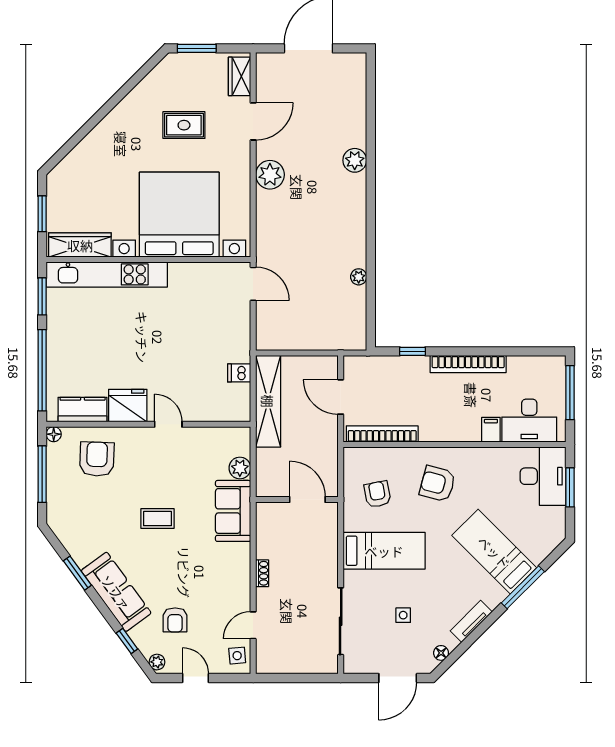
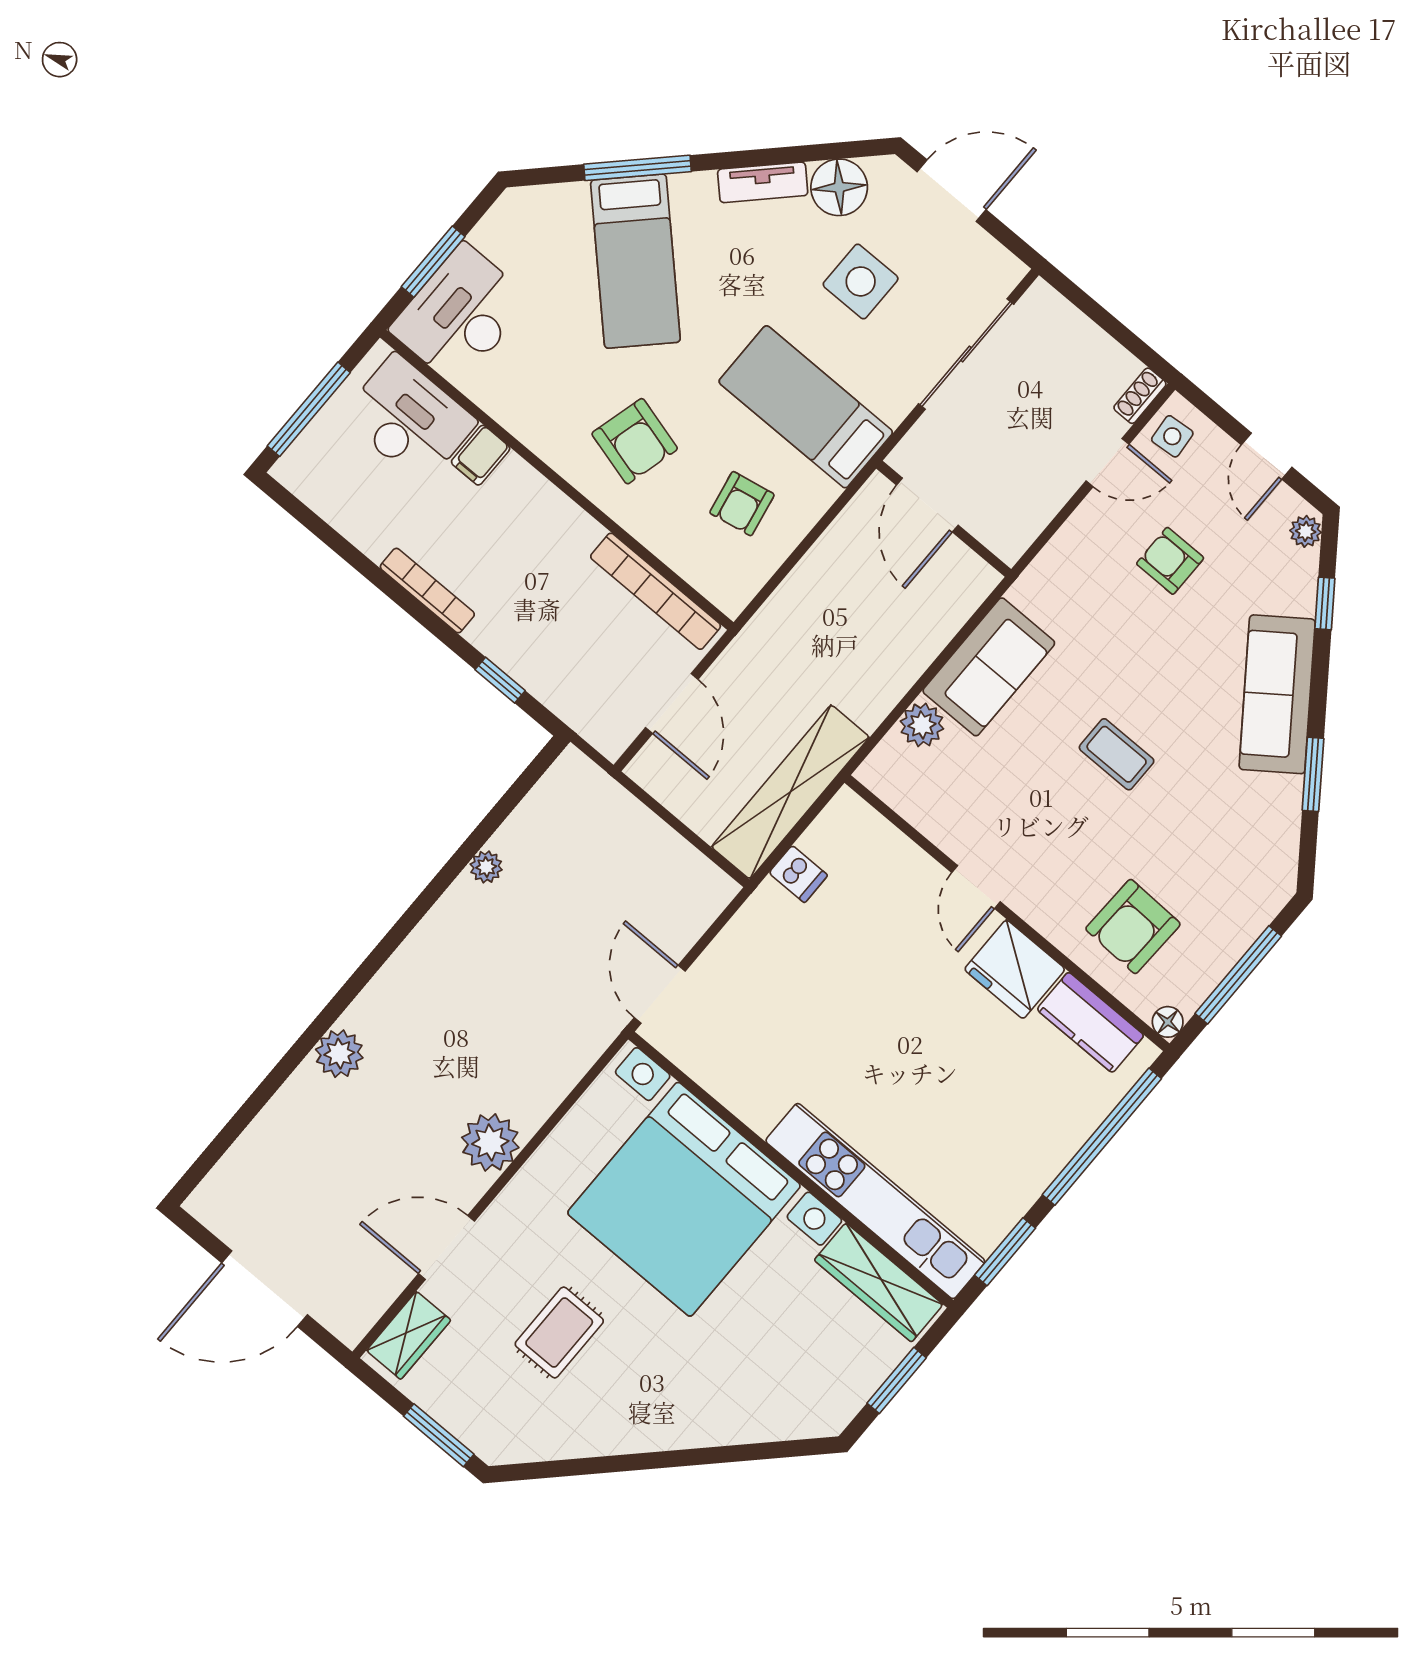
rug: (184, 125) -> (559, 1332), turned 90
bookcase: (468, 364) -> (427, 591), width x0.68, depth x0.76
wall: (297, 499) -> (944, 519), moved
door: (307, 499) -> (927, 505), moved
shoe rack: (262, 573) -> (1140, 396), moved
side table: (403, 615) -> (861, 281), width x1.87, depth x1.87
armchair: (175, 620) -> (1170, 561), moved, turned -90
floor lamp: (441, 653) -> (839, 187), width x1.89, depth x1.89

